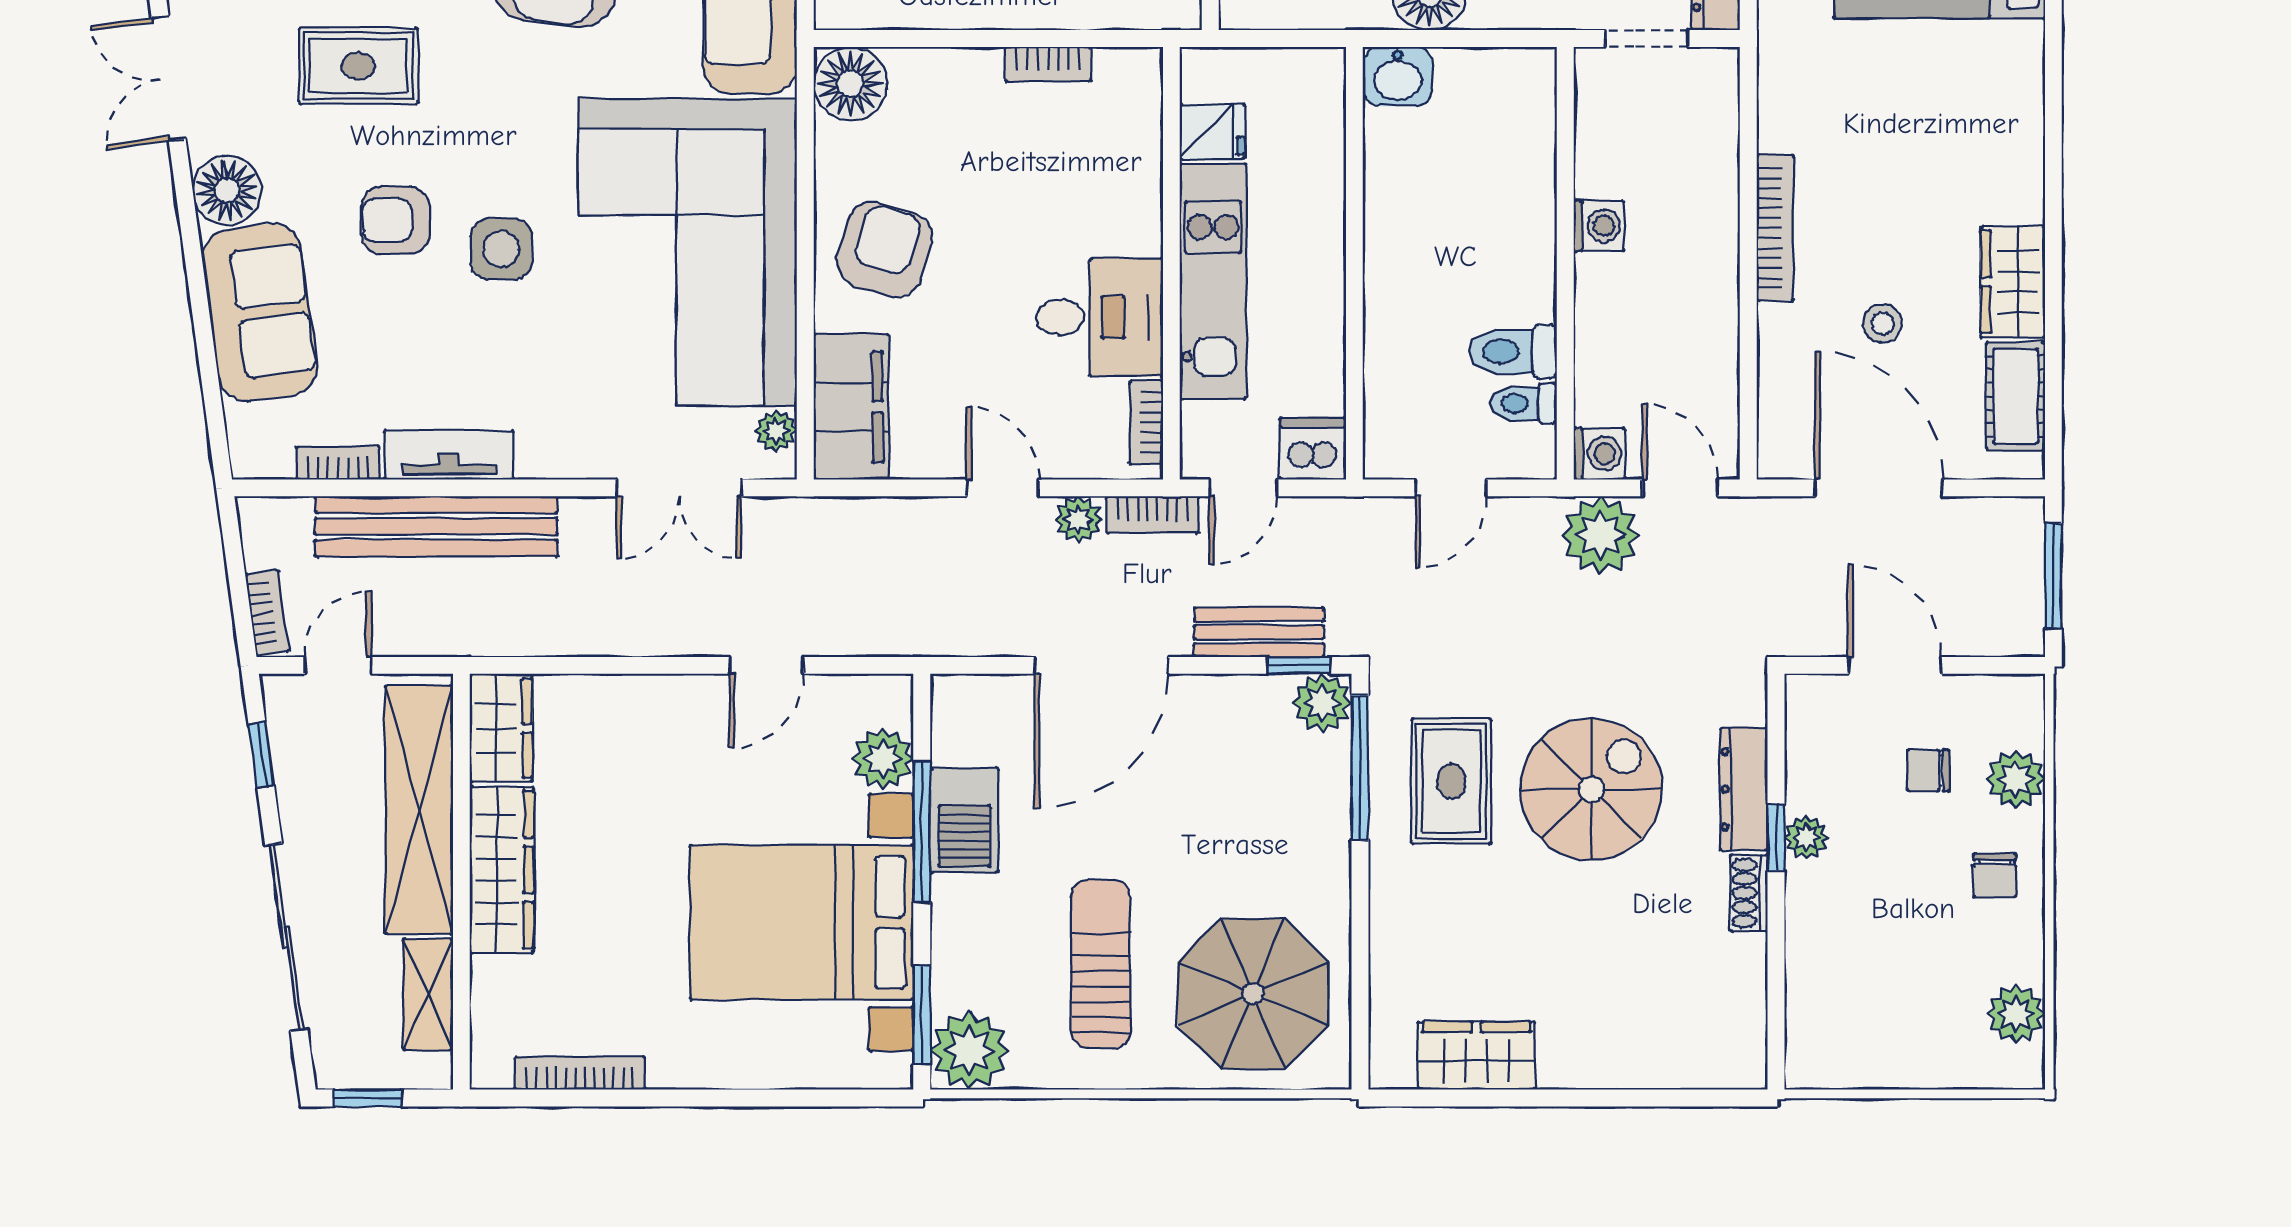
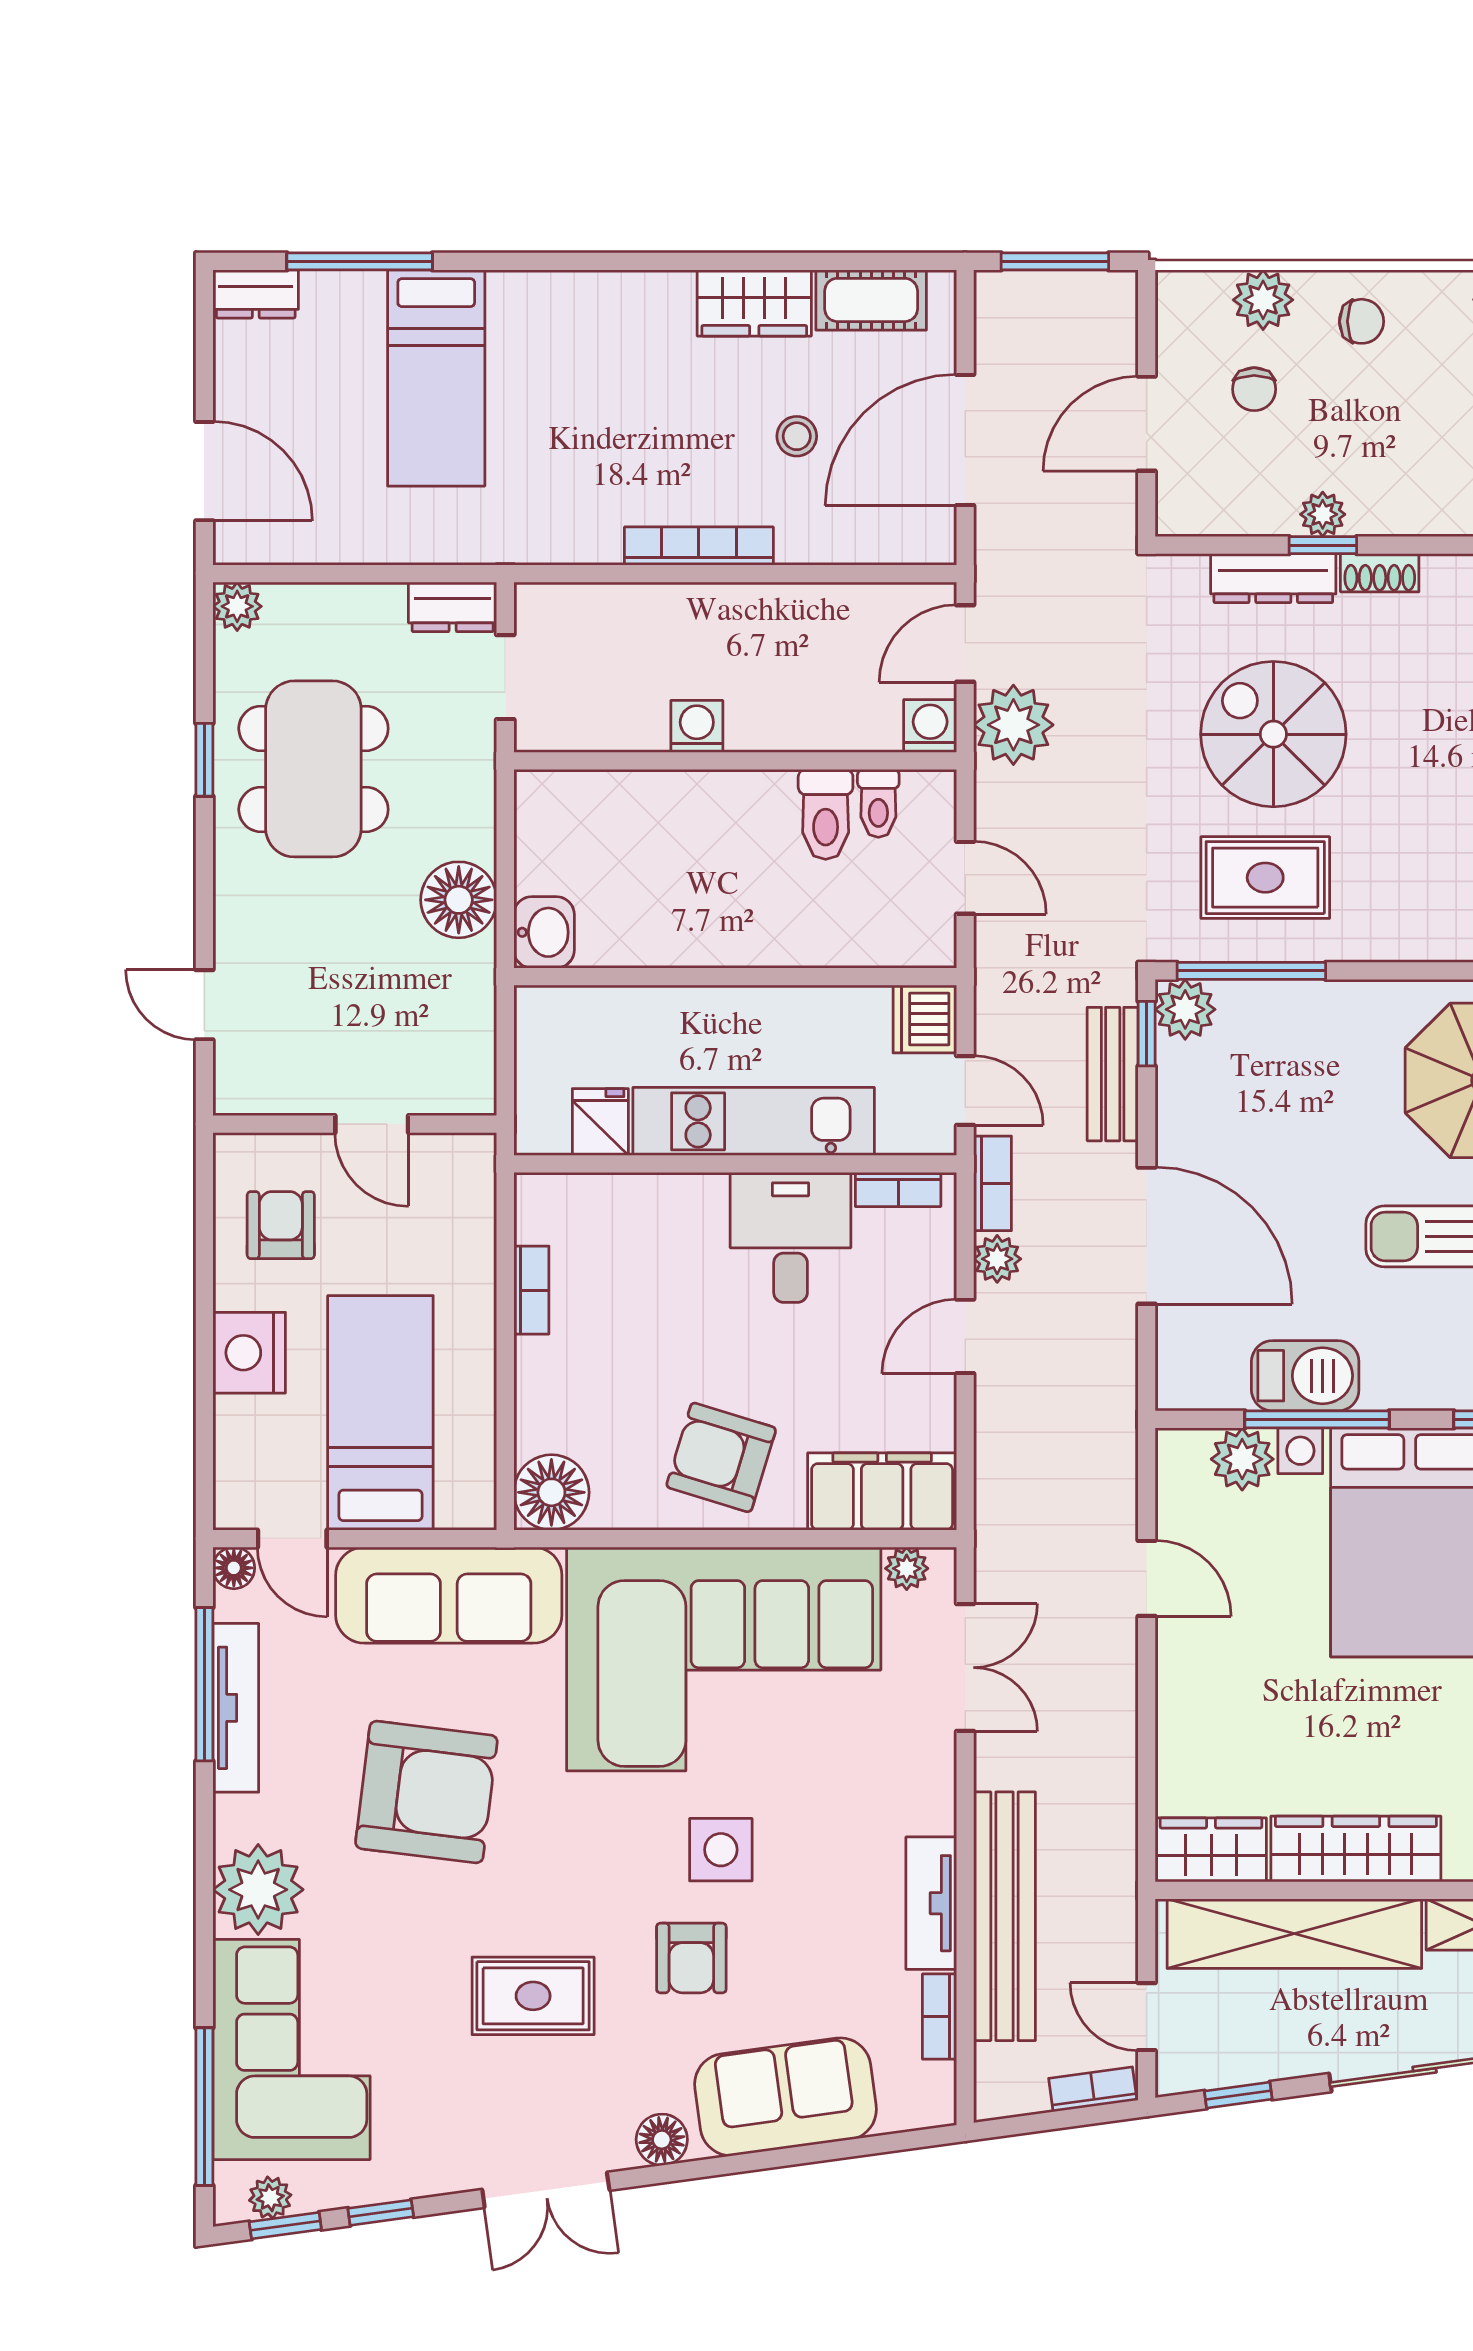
rug: (358, 66) -> (533, 1996), turned 90
floor lamp: (227, 190) -> (662, 2140), width x0.73, depth x0.73

